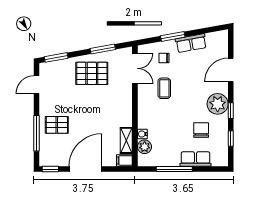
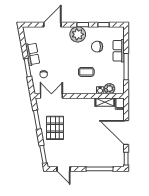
door: (231, 70) -> (52, 25), swing flipped
coffee table: (164, 88) -> (86, 72), moved
pallet: (57, 125) -> (93, 154), removed

